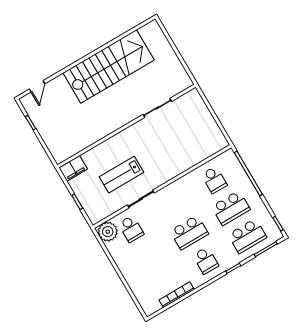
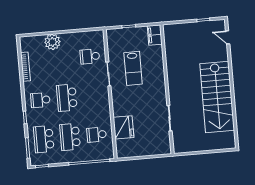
fridge: (192, 154) -> (123, 127), added
lab bench: (121, 175) -> (133, 68), turned 180
plant: (108, 232) -> (52, 42), moved

